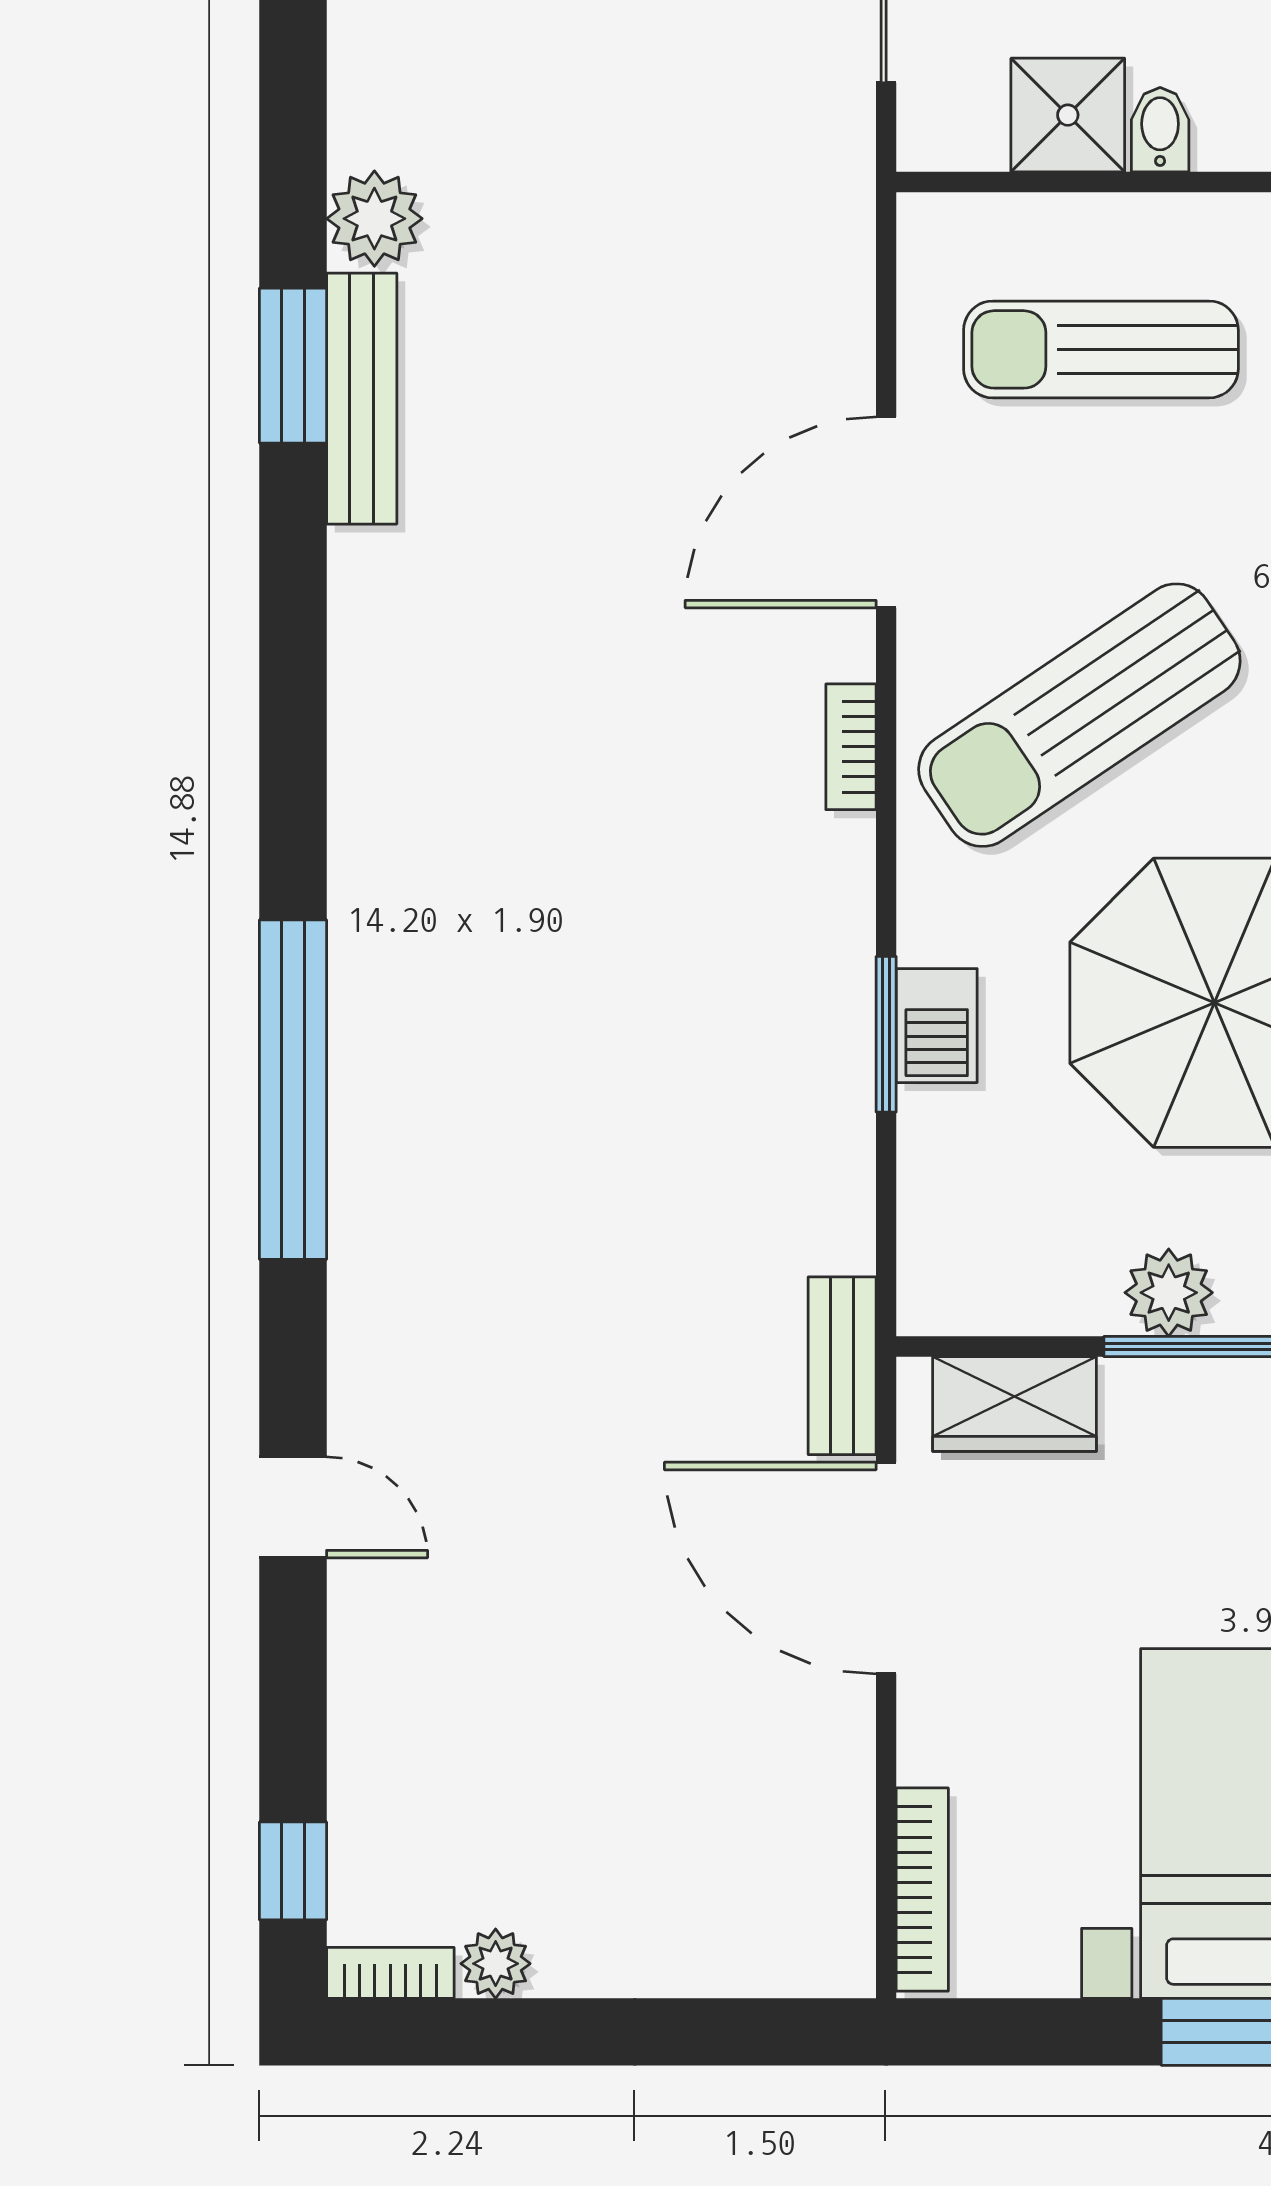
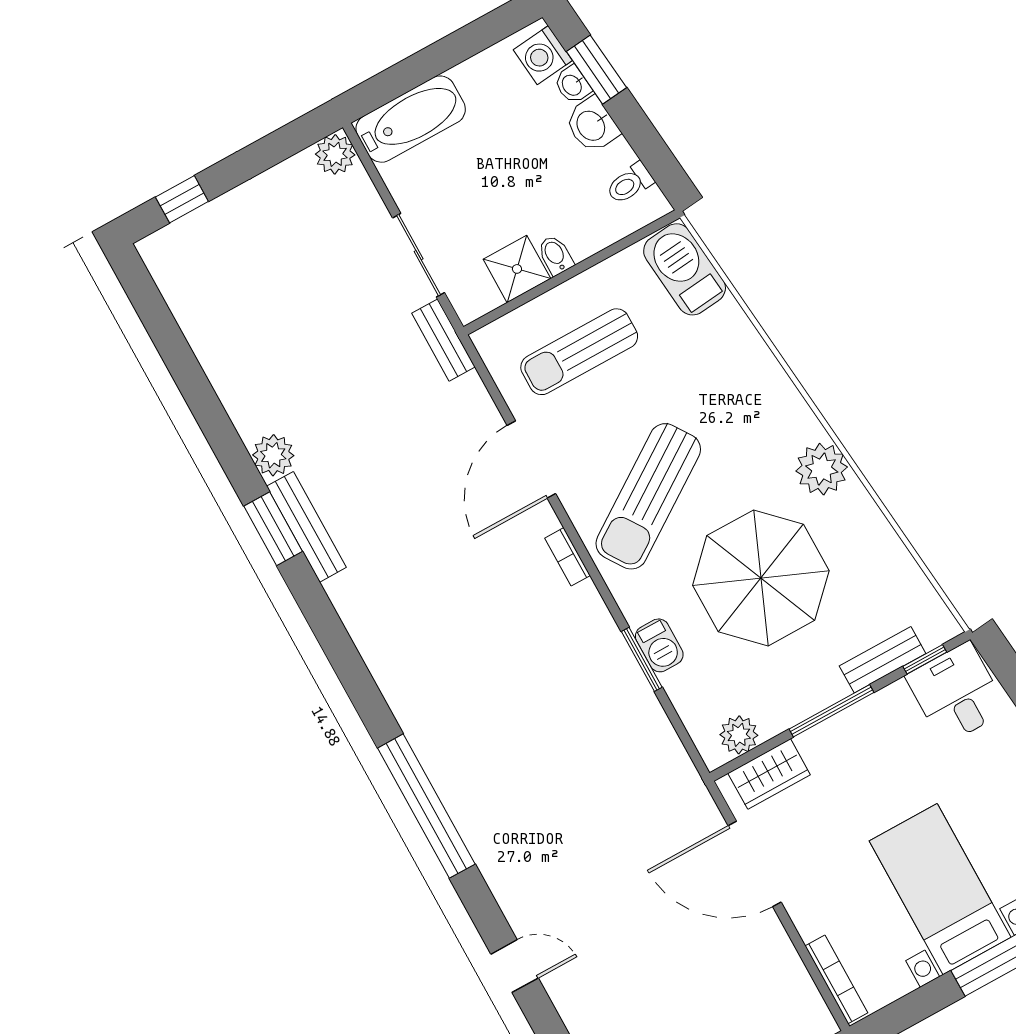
plant: (1169, 1293) -> (739, 735), moved
bench: (842, 1366) -> (443, 340), moved

